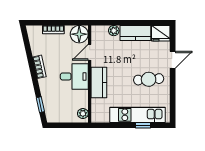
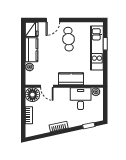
door: (173, 60) -> (53, 20), swing flipped
desk: (74, 76) -> (81, 99), moved

